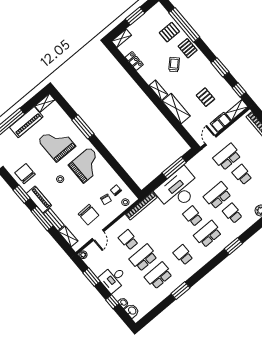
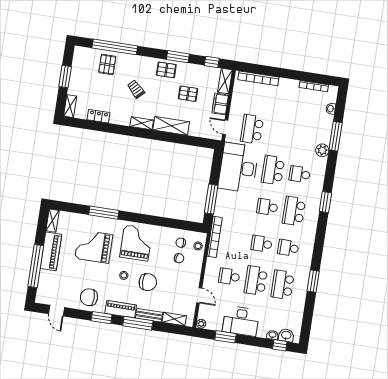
pallet: (188, 48) -> (166, 70), moved
window: (174, 168) -> (211, 199), moved
school desk: (242, 175) -> (262, 244), moved
desk: (178, 189) -> (238, 168), moved
chair: (89, 215) -> (148, 282), moved
desk: (113, 279) -> (241, 321), width x1.37
window: (112, 302) -> (280, 345), moved

